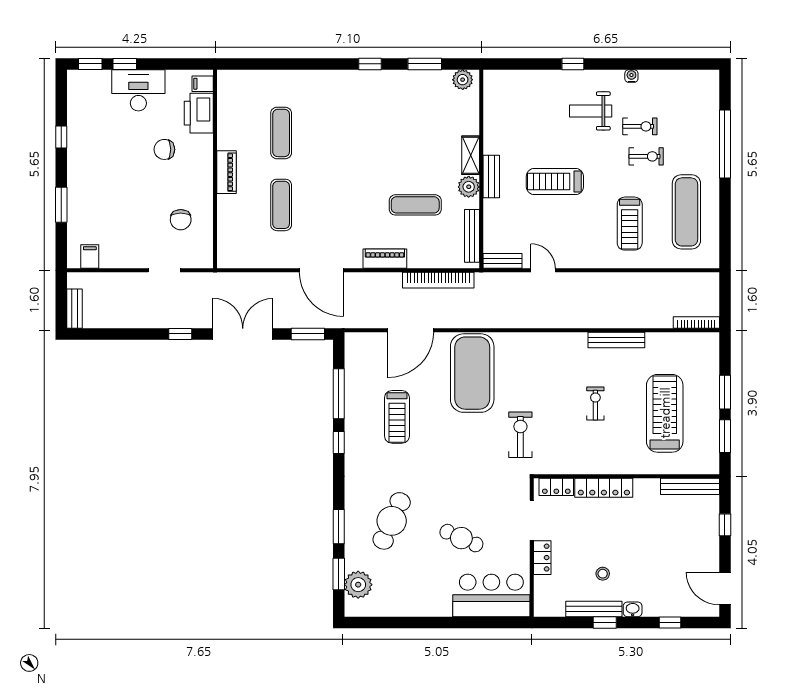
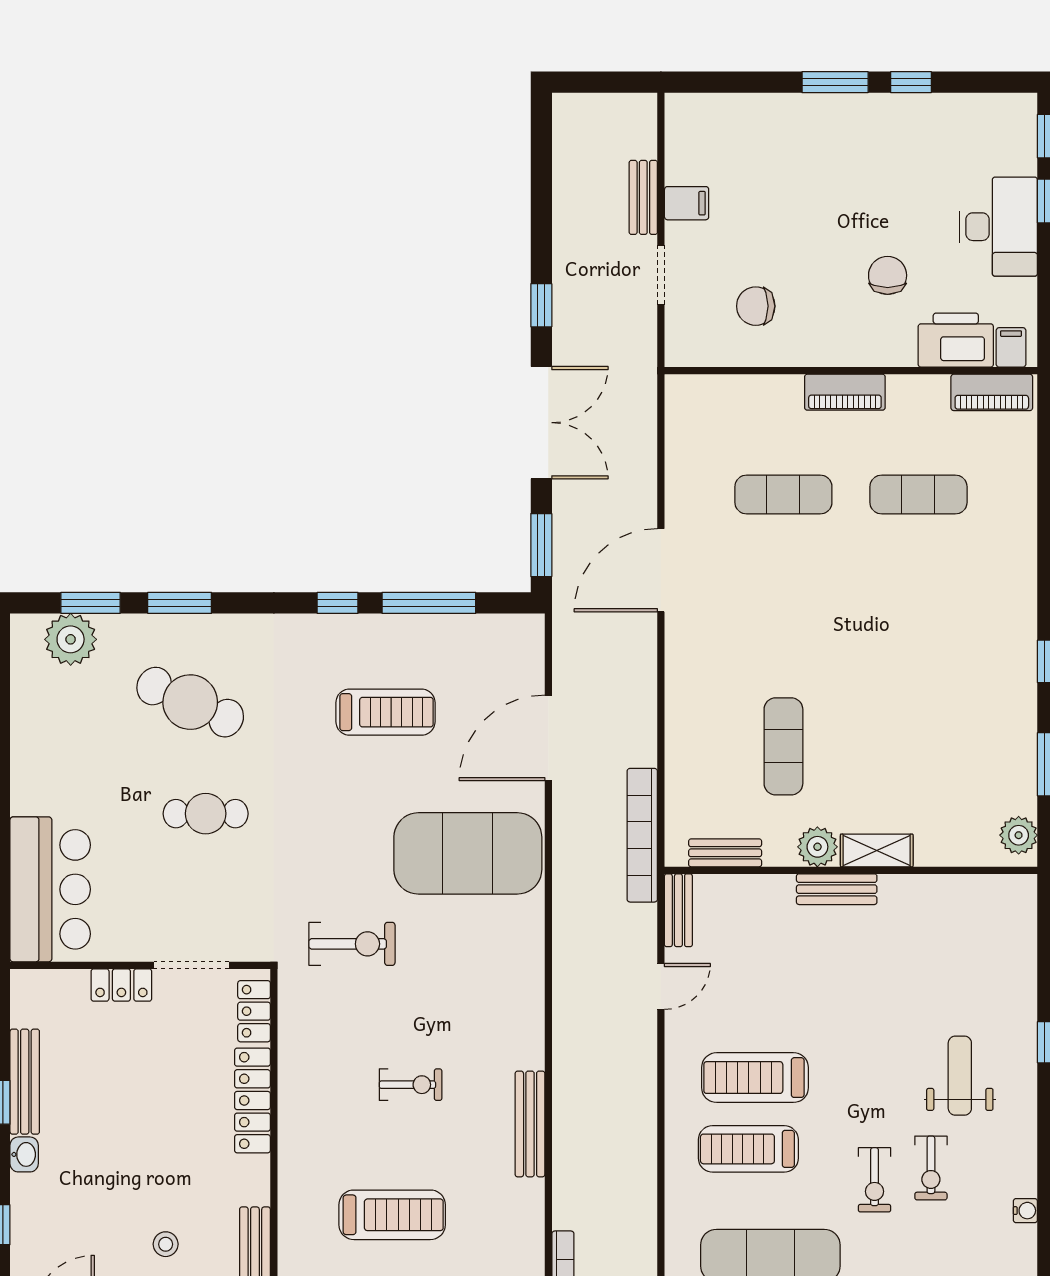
water cooler: (631, 76) -> (1025, 1211), moved
treadmill: (555, 182) -> (755, 1078), moved, turned -90
window: (61, 205) -> (835, 82), moved
bench: (472, 236) -> (725, 853), width x0.73
filing cabinet: (90, 256) -> (687, 203), moved
piano: (385, 259) -> (992, 392), moved, turned 90
bookcase: (438, 280) -> (642, 835), moved
bench: (75, 309) -> (643, 197), moved, turned 90
door: (411, 330) -> (548, 738), hinge flipped
treadmill: (665, 413) -> (392, 1215), width x0.73, depth x0.73
treadmill: (397, 417) -> (385, 712), turned 180
cafe table: (461, 538) -> (206, 814), moved, turned 66
stool: (603, 574) -> (166, 1244), moved

